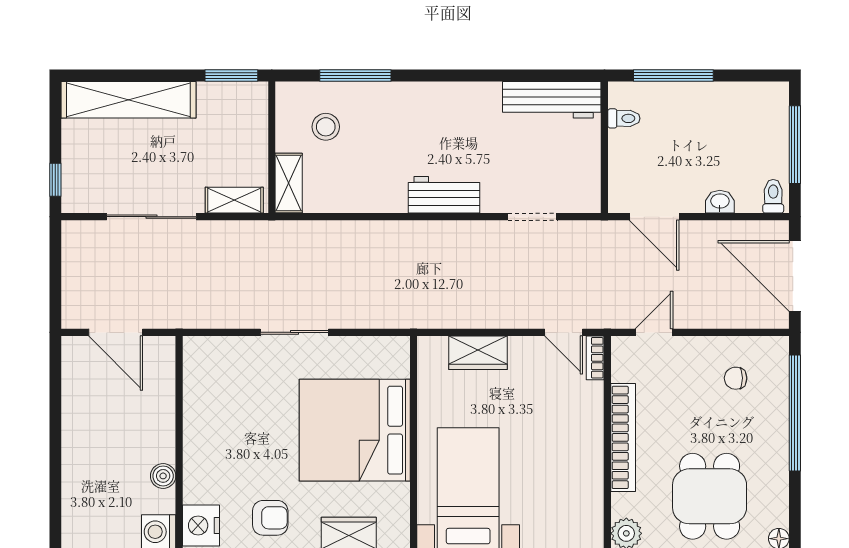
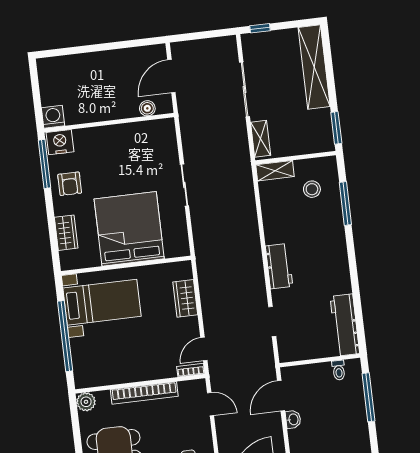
washbasin: (720, 202) -> (293, 419), moved
boiler: (163, 476) -> (147, 108), moved

